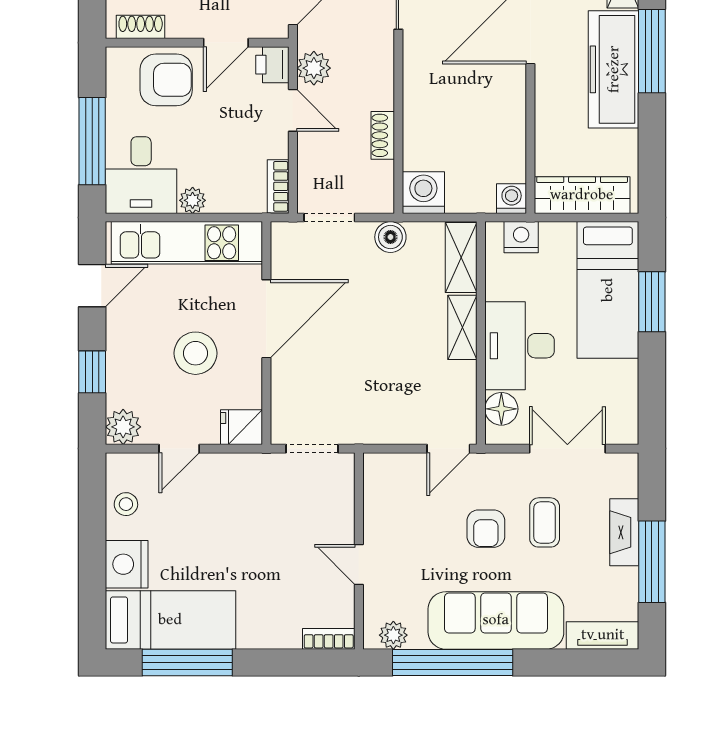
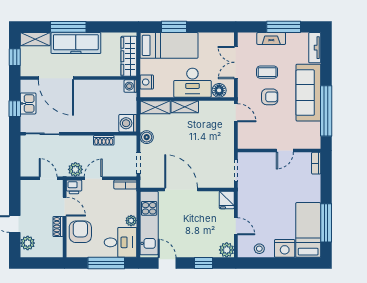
shoe rack: (141, 27) -> (58, 227), moved
stool: (195, 353) -> (196, 219), removed
plant: (393, 635) -> (315, 136), removed

